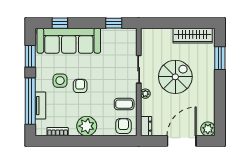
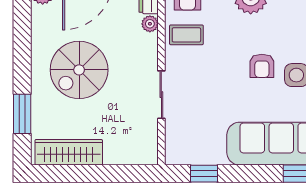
spiral stairs: (175, 77) -> (79, 70), moved
plant: (145, 94) -> (150, 24), moved

